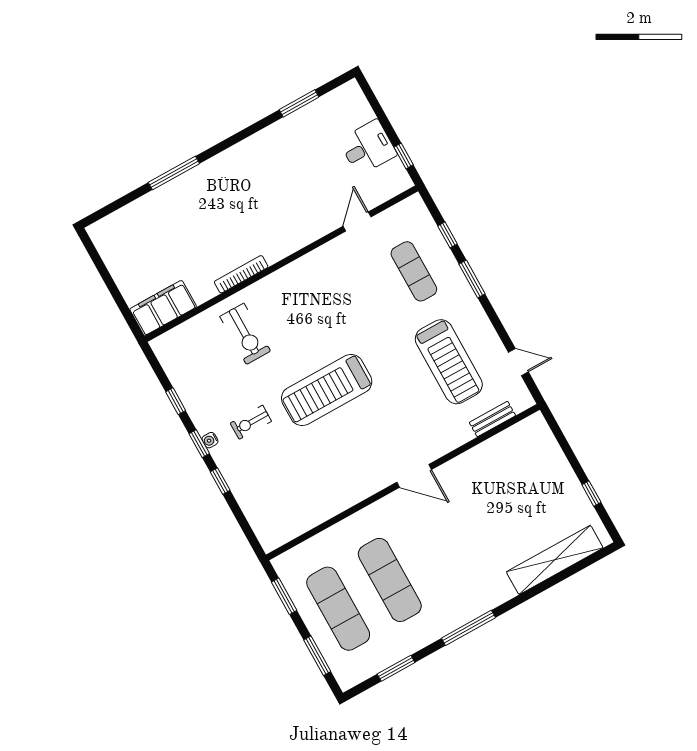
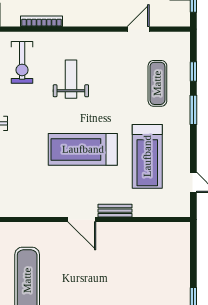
weight bench: (312, 322) -> (71, 79), added
treadmill: (327, 390) -> (83, 149), moved
bench: (492, 419) -> (115, 211), moved

